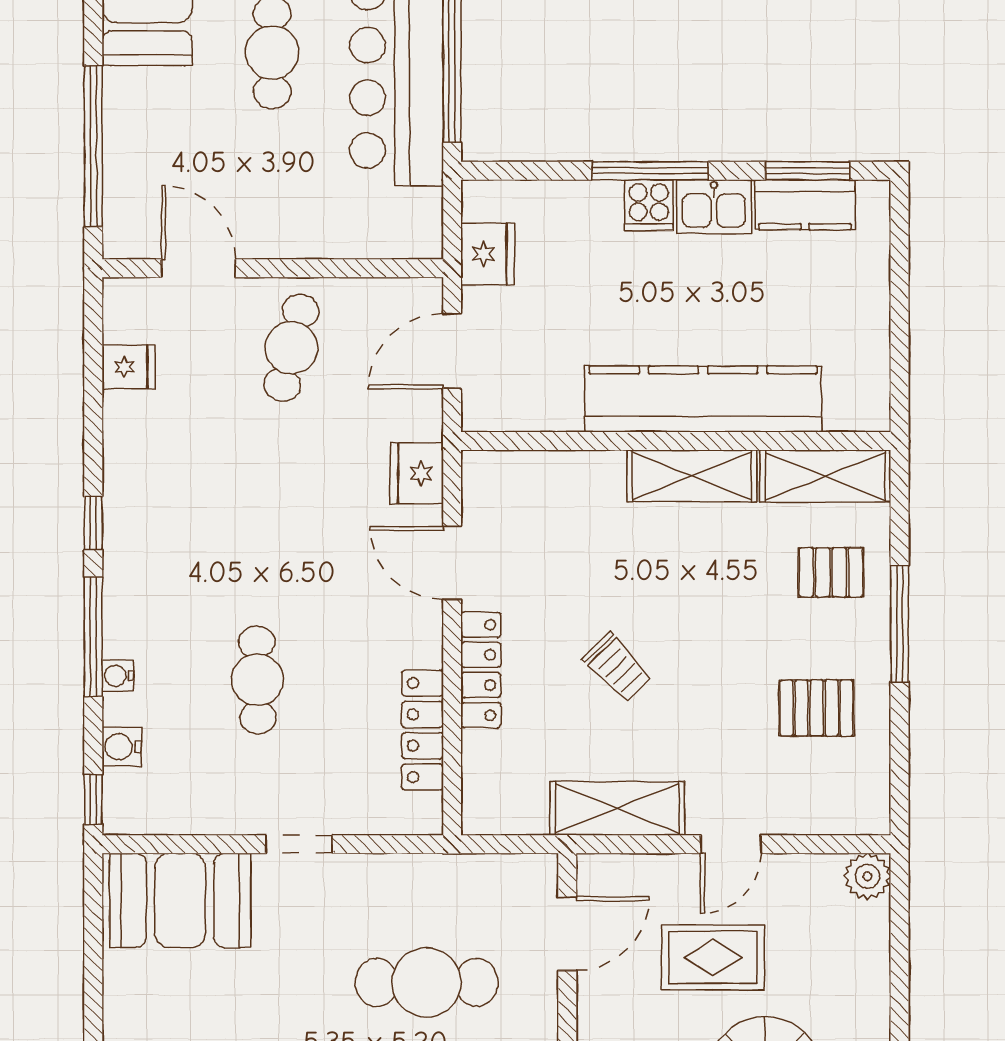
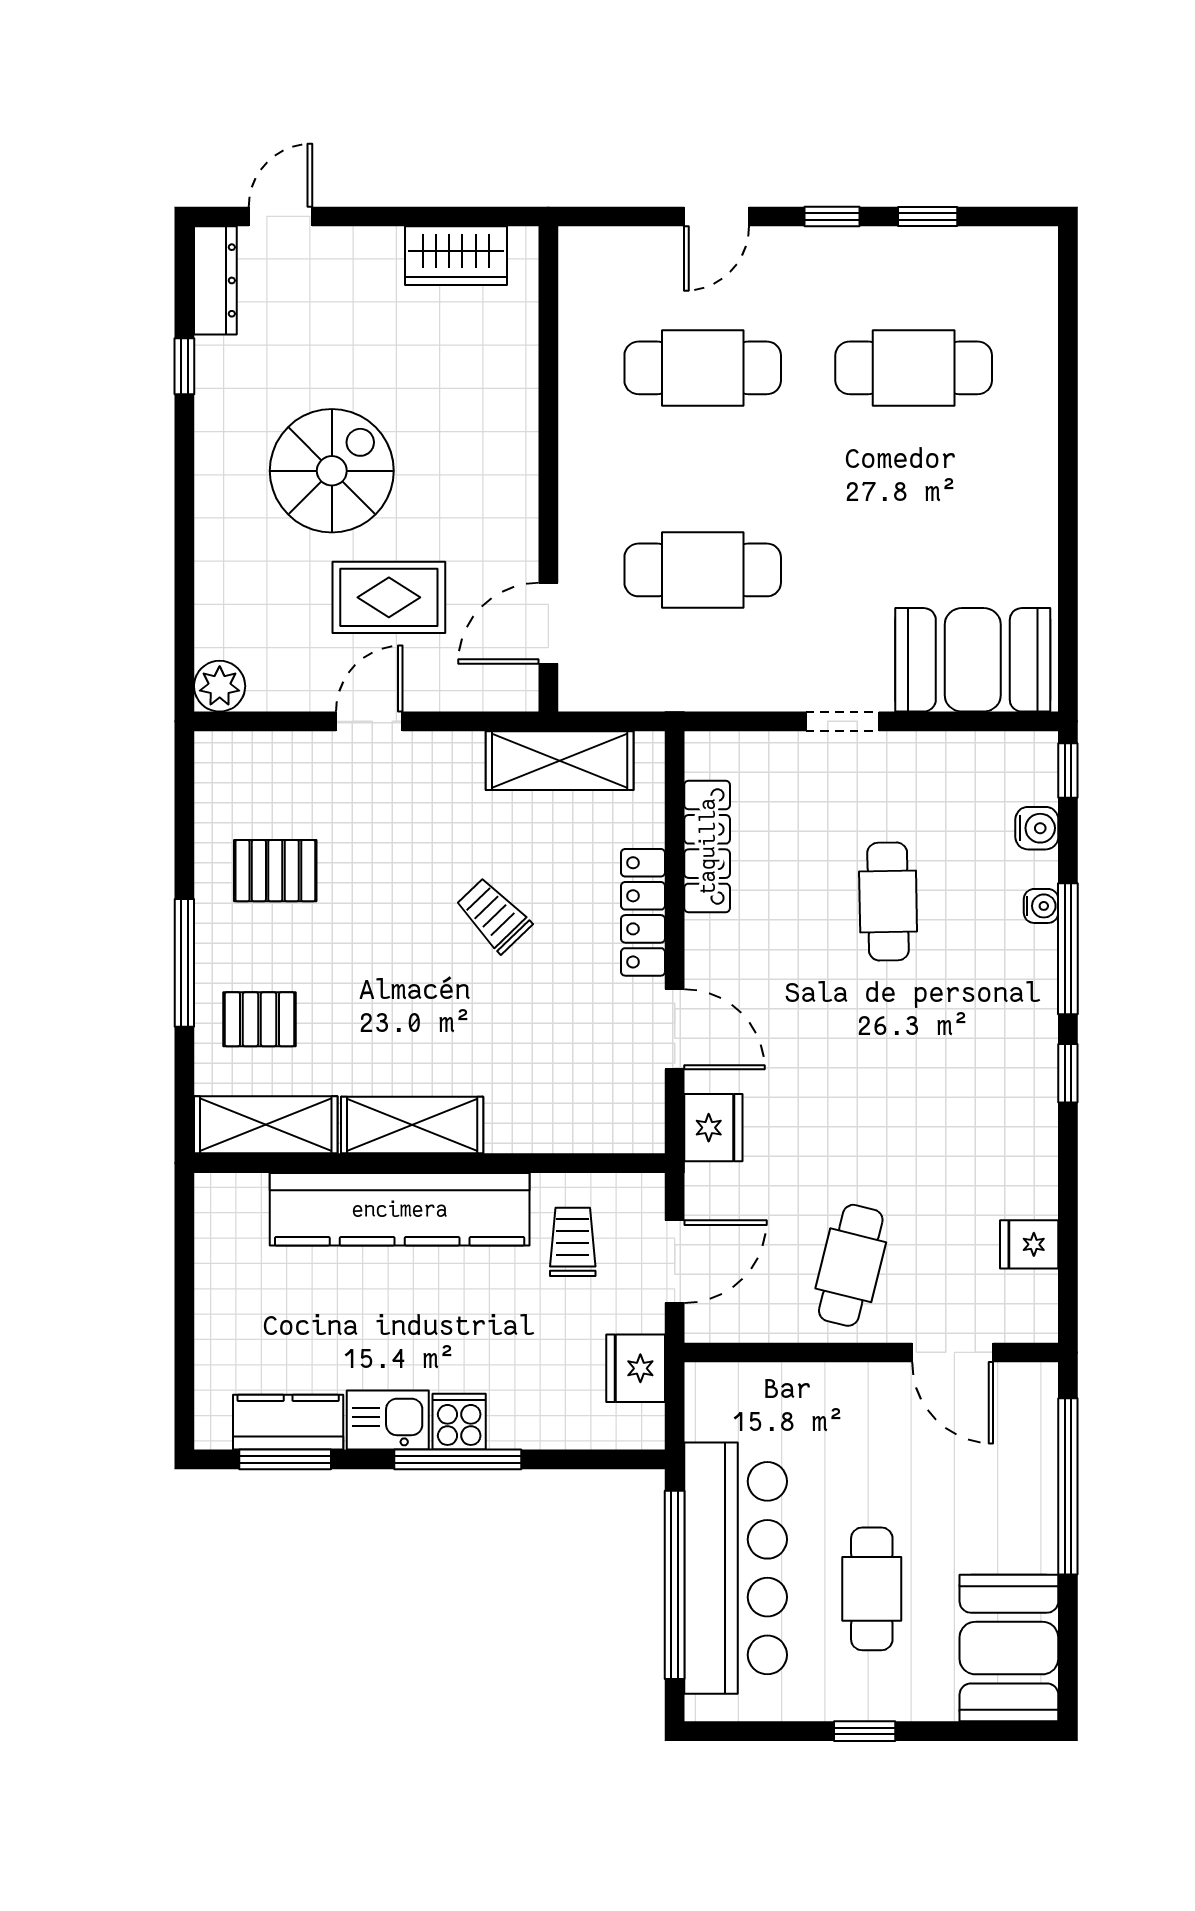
trolley: (545, 369) -> (573, 1242), added
shelving: (617, 808) -> (560, 761), moved

